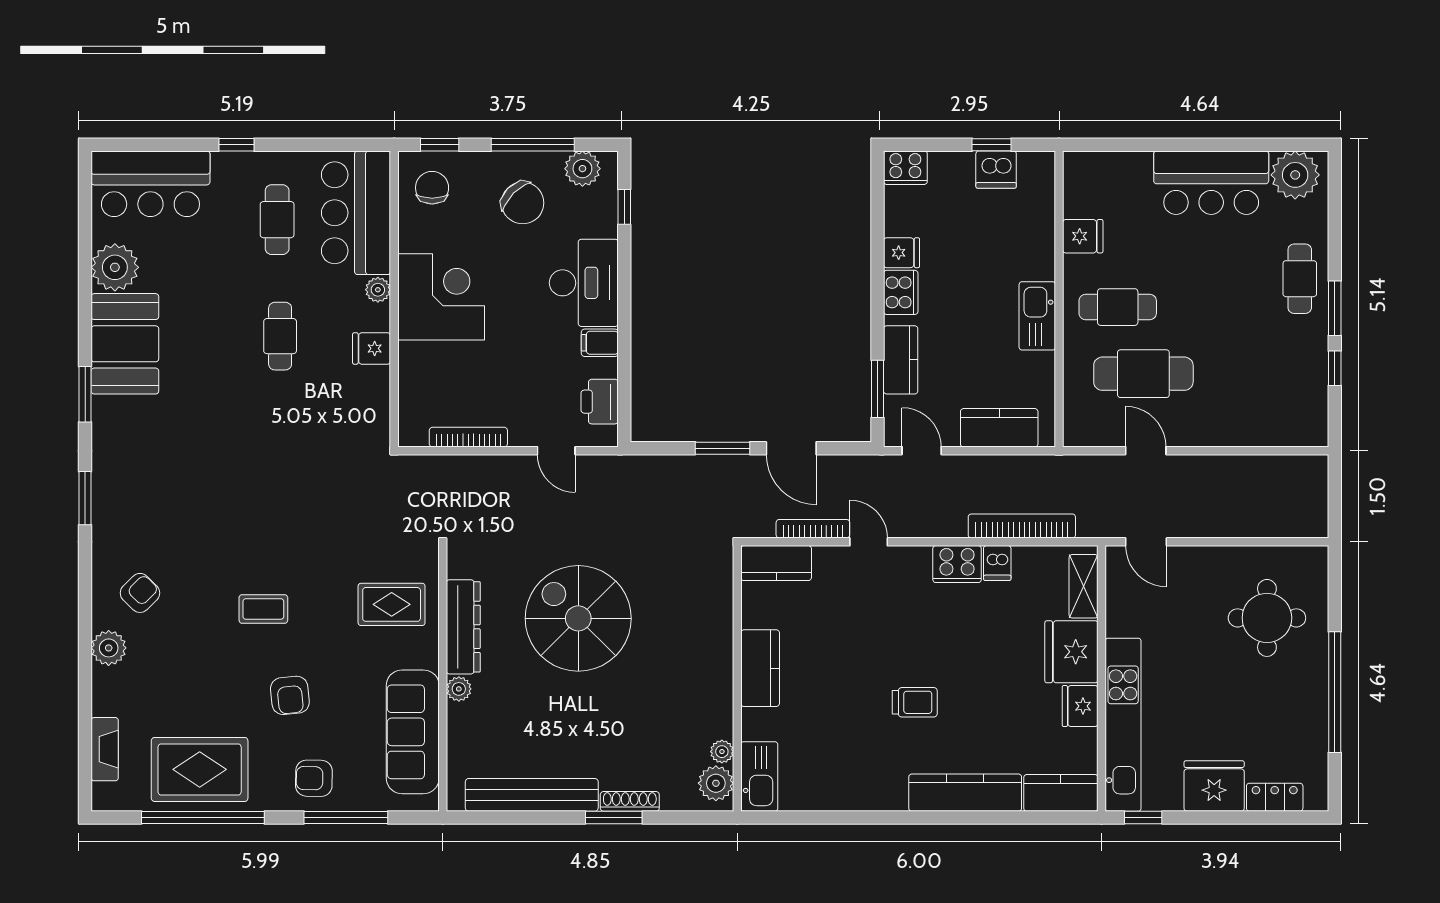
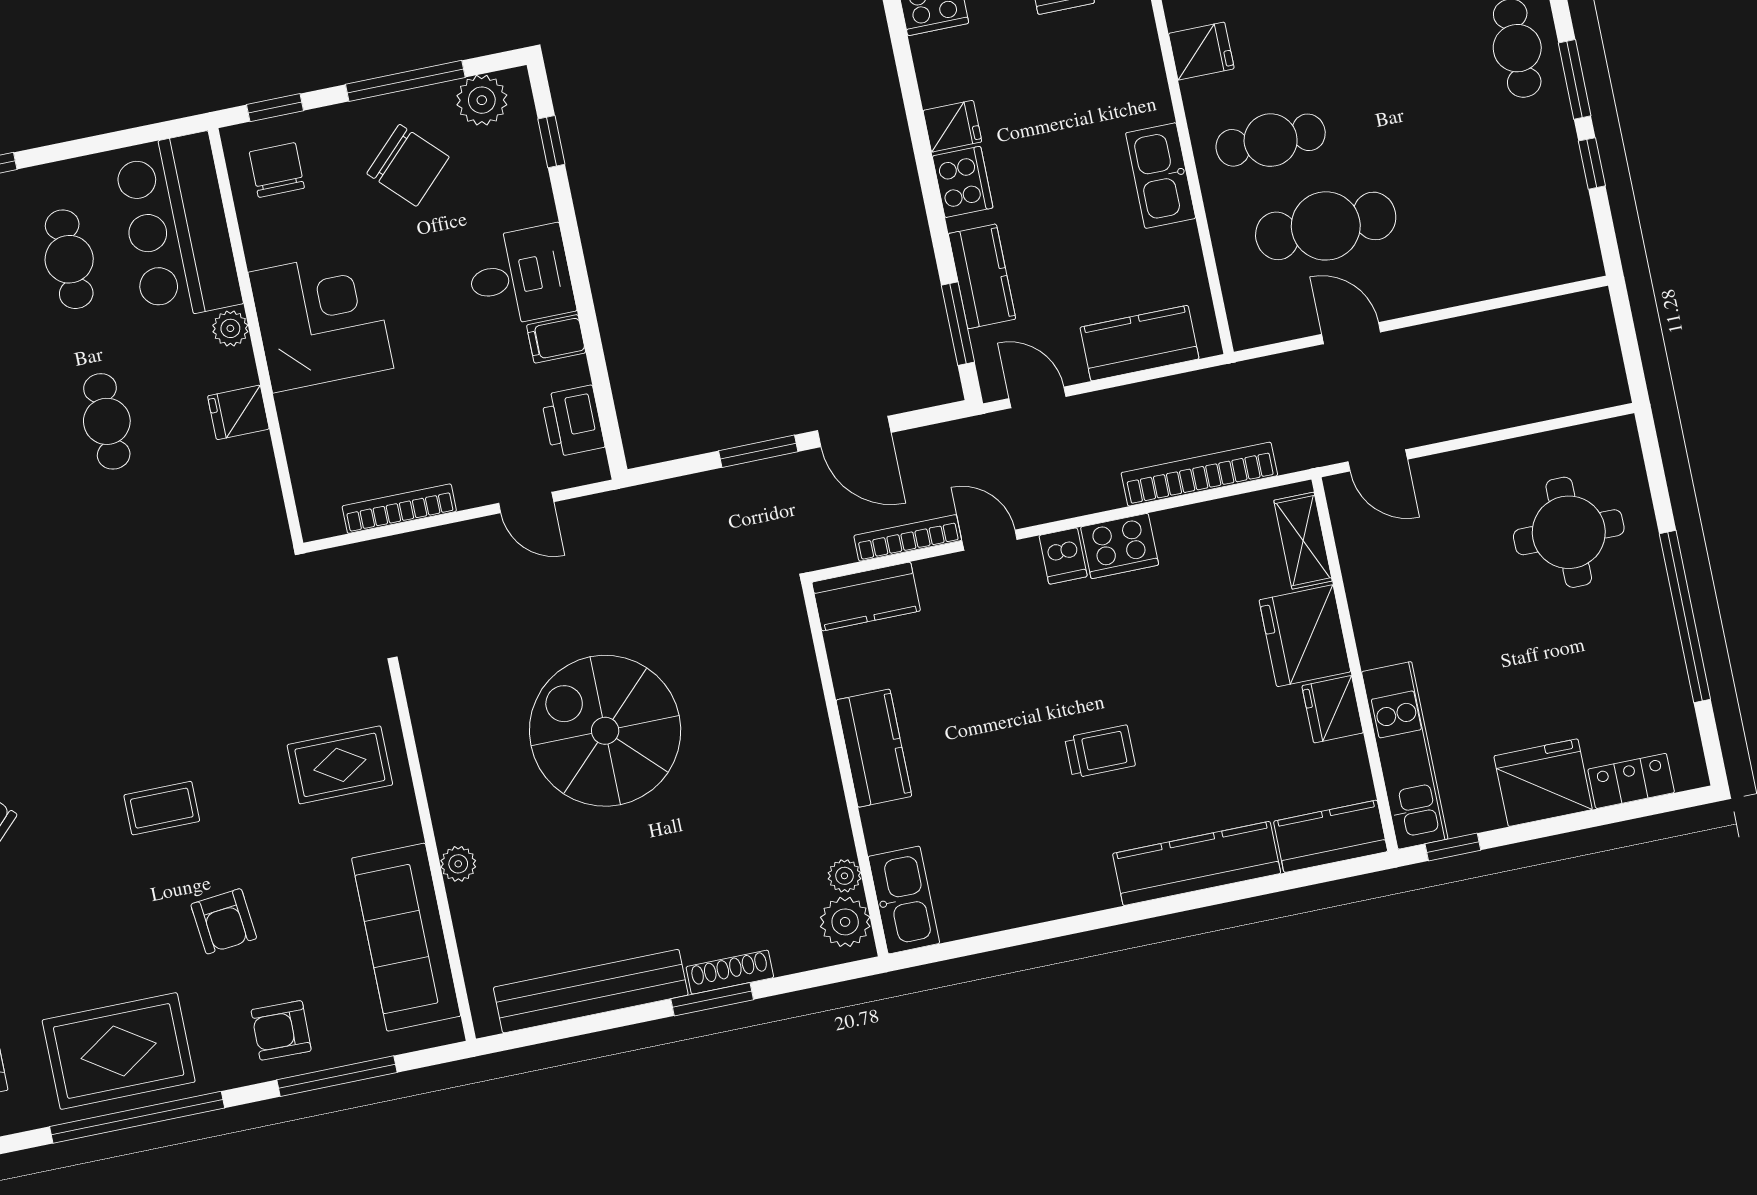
desk: (584, 283) -> (520, 276), width x0.73
dishwasher: (997, 563) -> (1063, 556), moved
dresser: (463, 627) -> (447, 776), removed
kitchen unit: (1123, 725) -> (1405, 755), width x0.73

